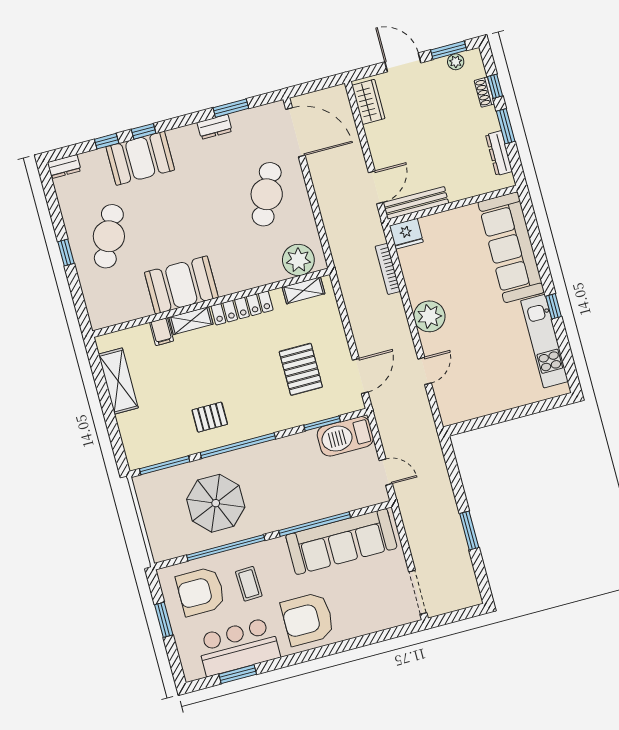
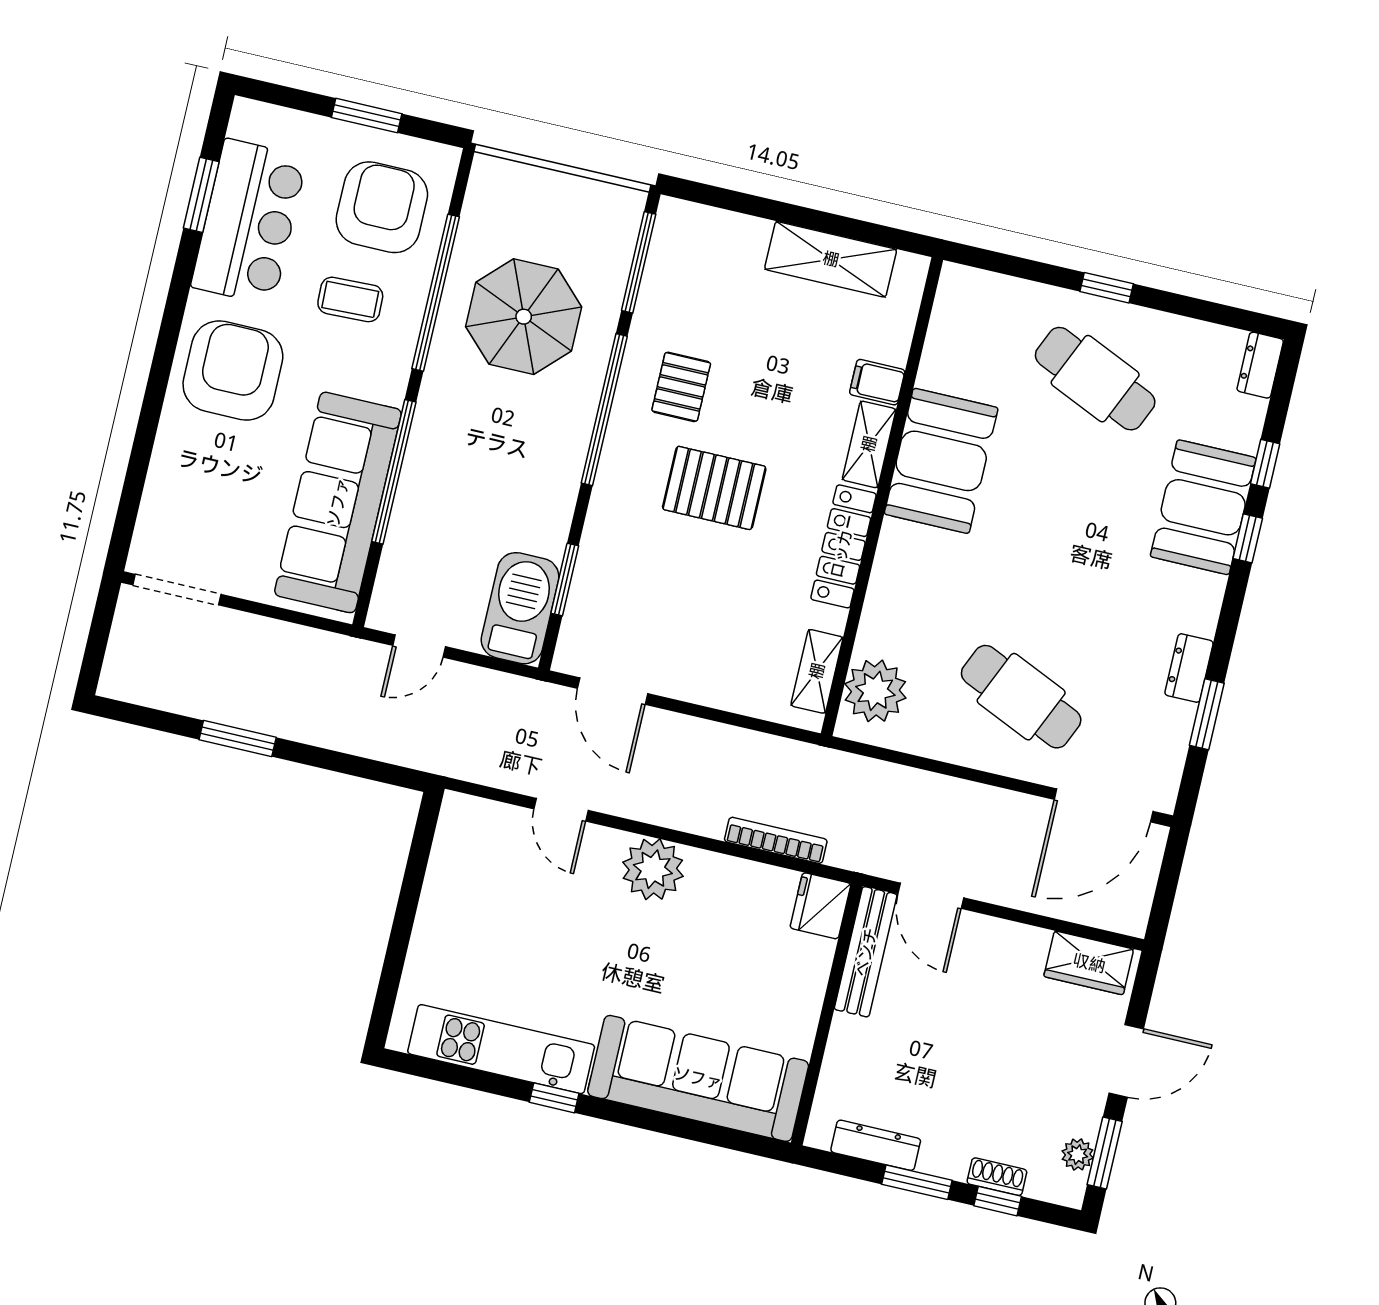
pallet: (301, 369) -> (714, 488), moved

